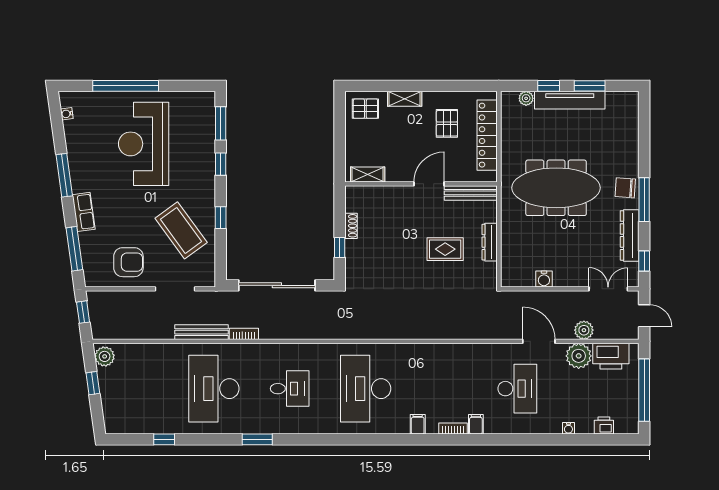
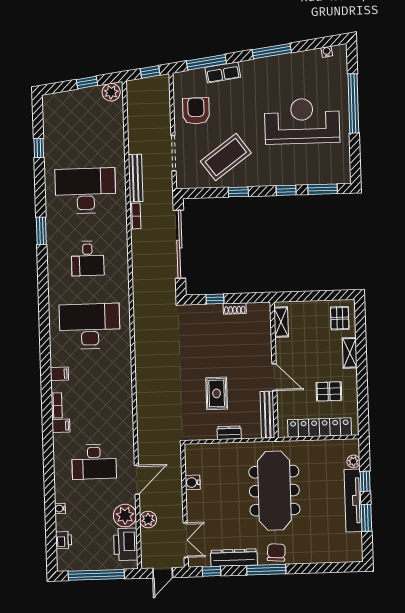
row of seats: (84, 212) -> (223, 72), moved
dresser: (490, 242) -> (229, 433), width x0.70
armchair: (128, 262) -> (196, 111), turned 180

